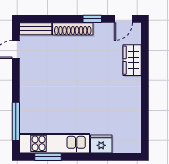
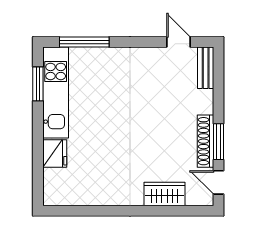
window: (92, 19) -> (218, 142), width x1.50
shoe rack: (73, 29) -> (205, 141), moved

